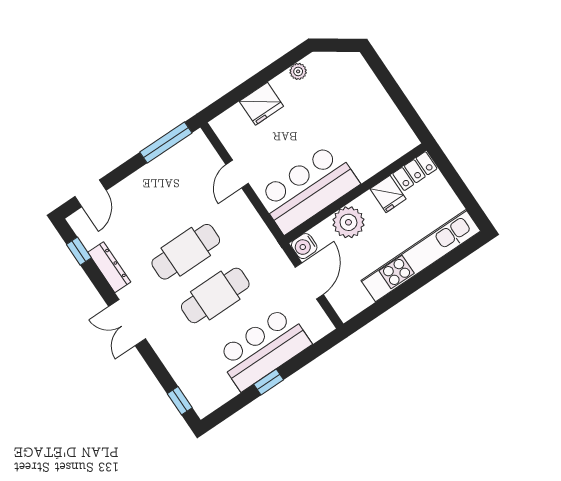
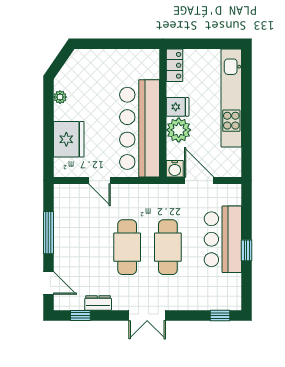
fridge: (261, 104) -> (69, 139), width x1.36, depth x1.34
window: (166, 143) -> (48, 233), moved
bar counter: (308, 189) -> (140, 128), width x1.36
fridge: (388, 194) -> (178, 107), moved
dresser: (109, 267) -> (98, 303), width x0.70

